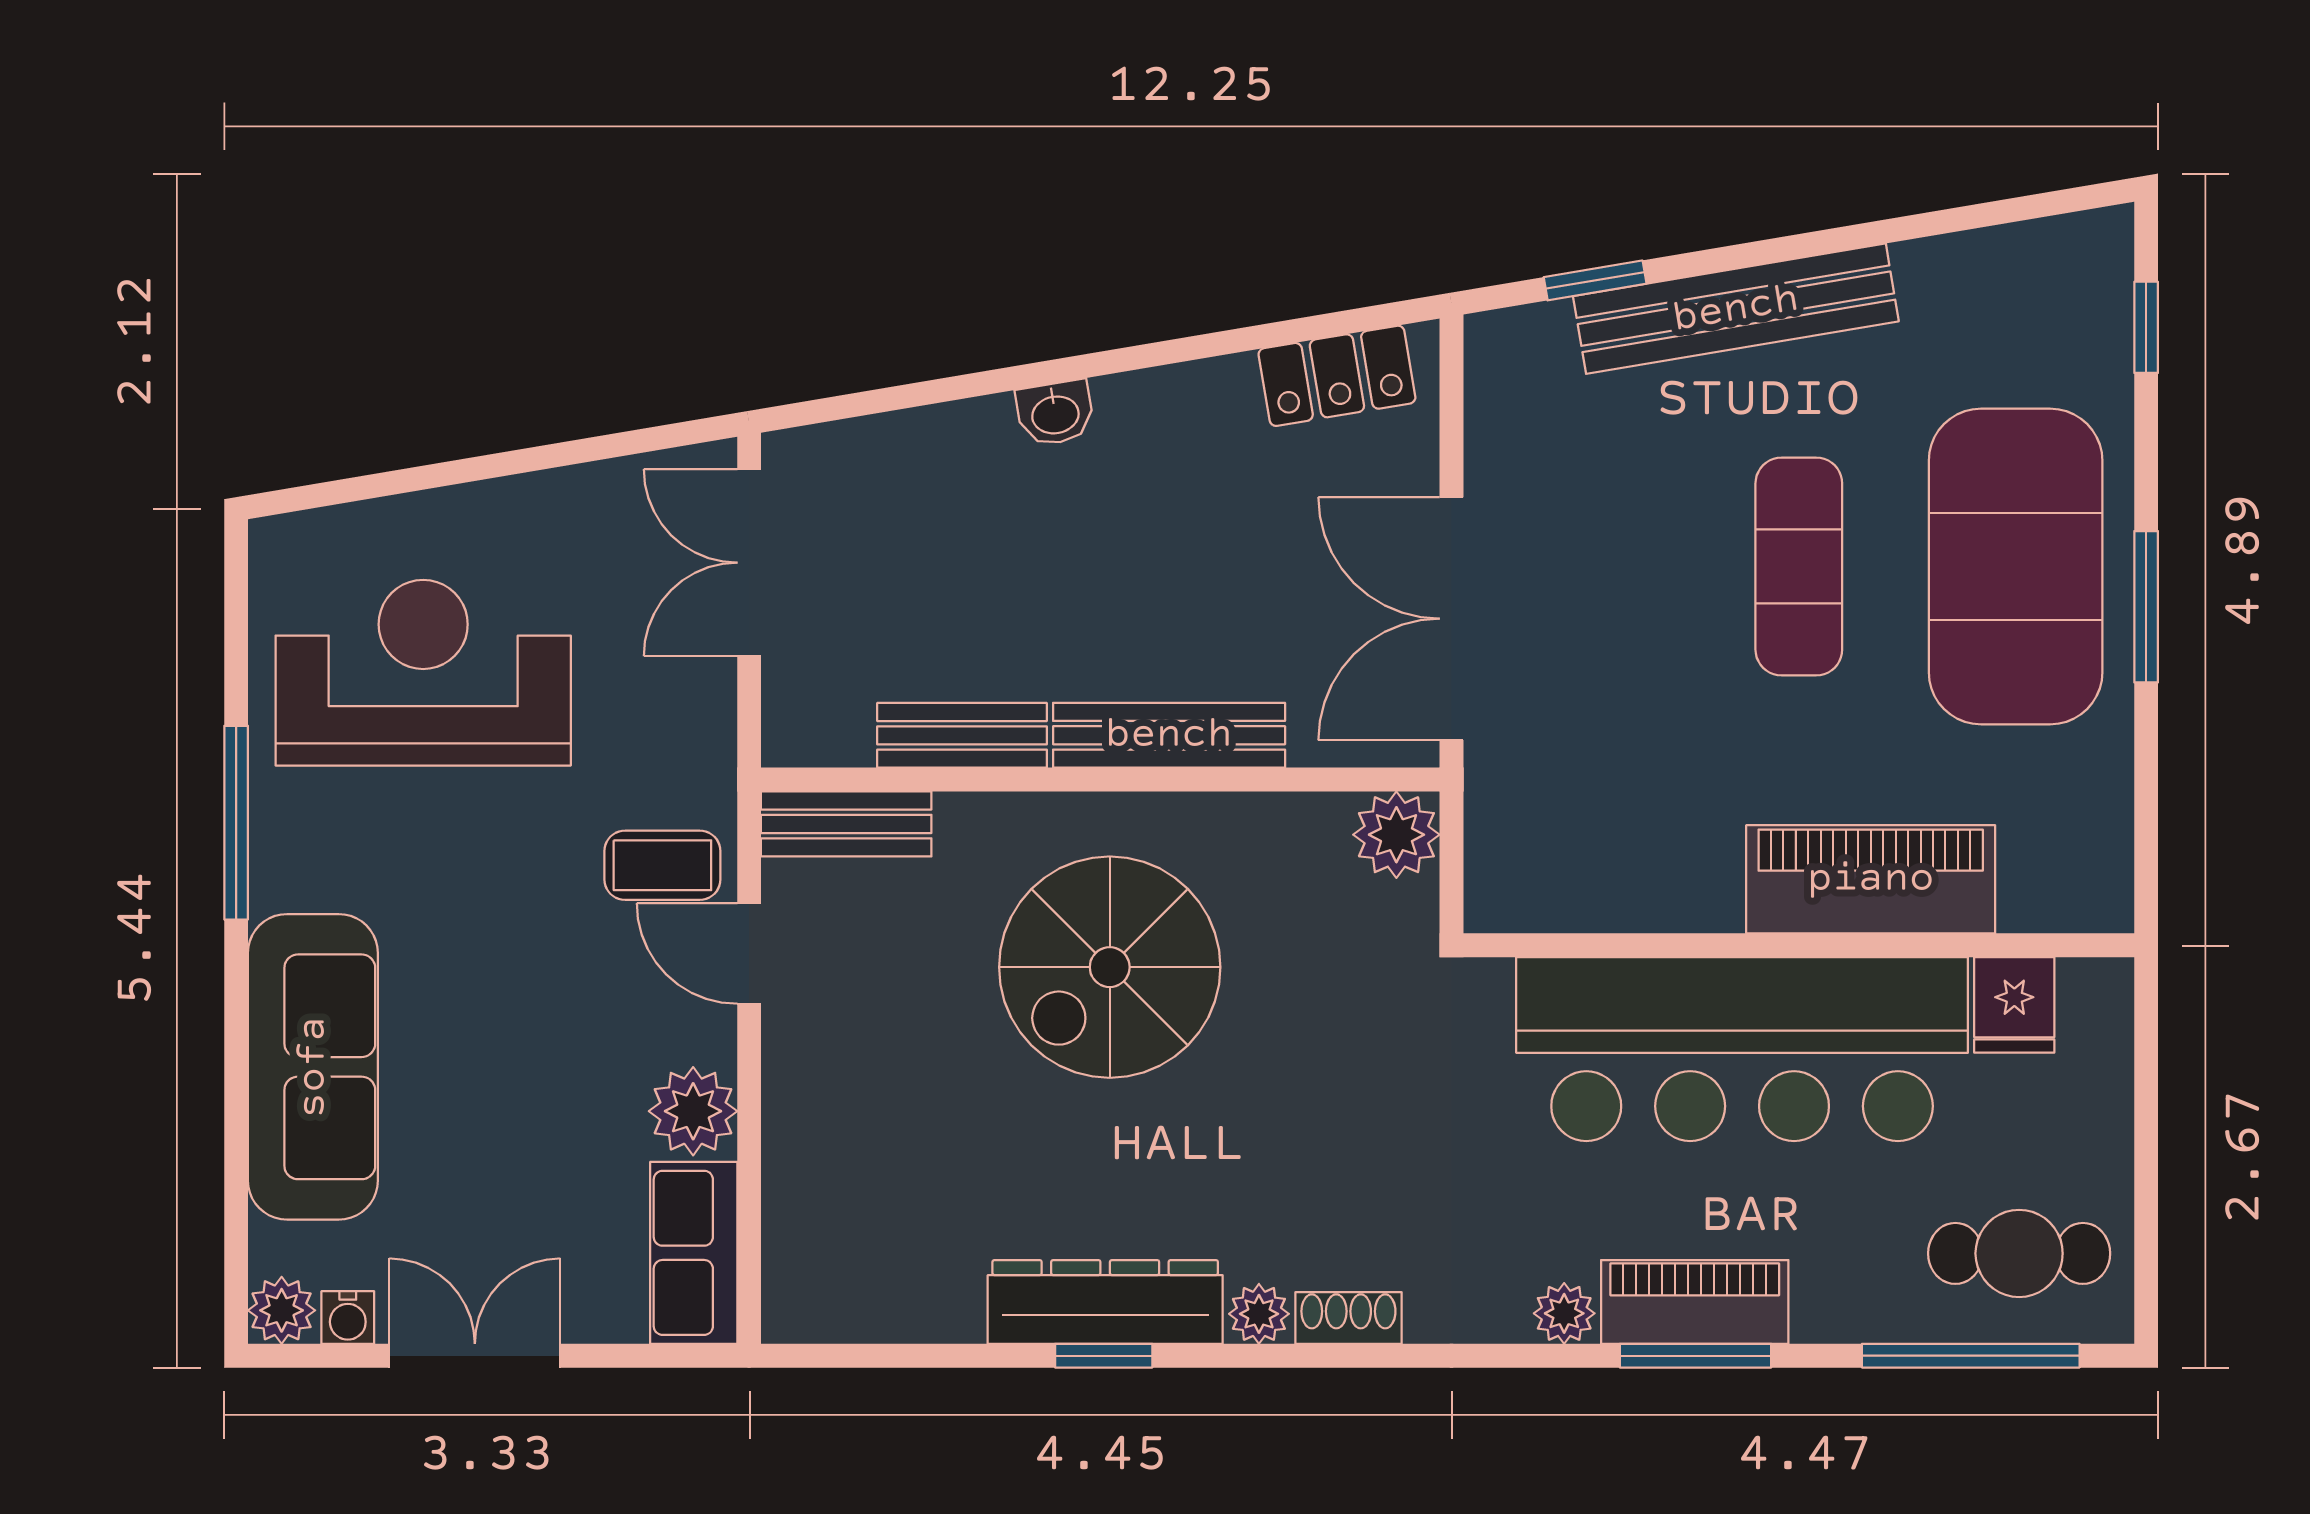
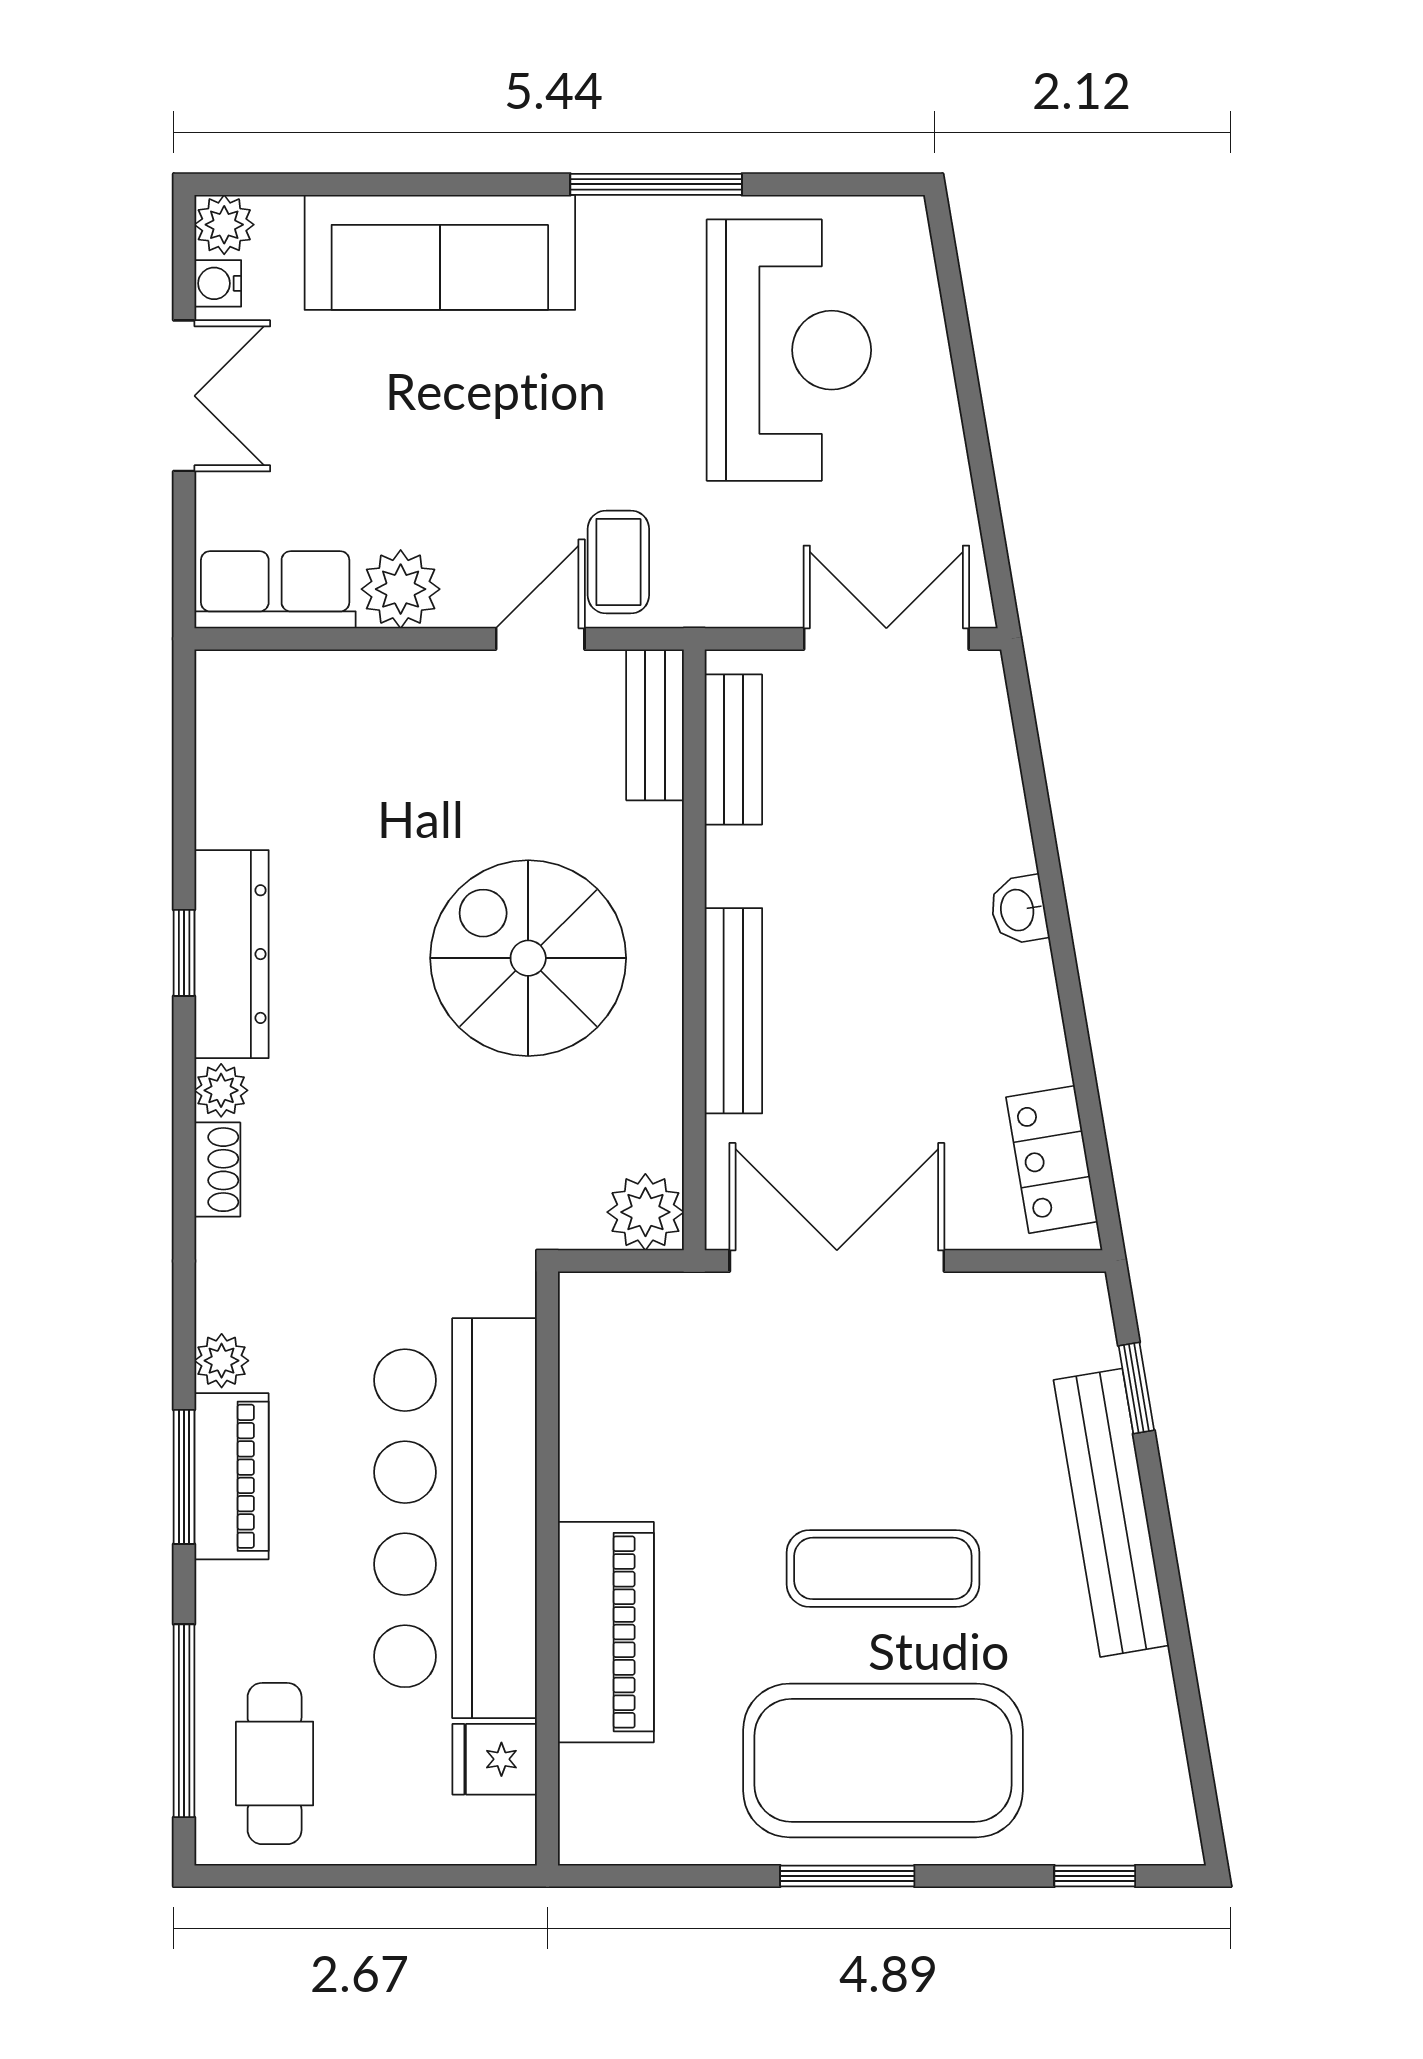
bench: (962, 735) -> (733, 750), moved

